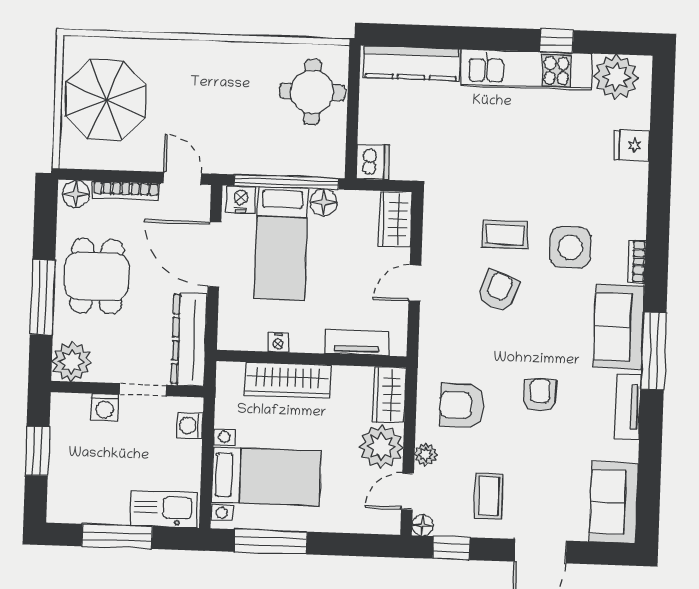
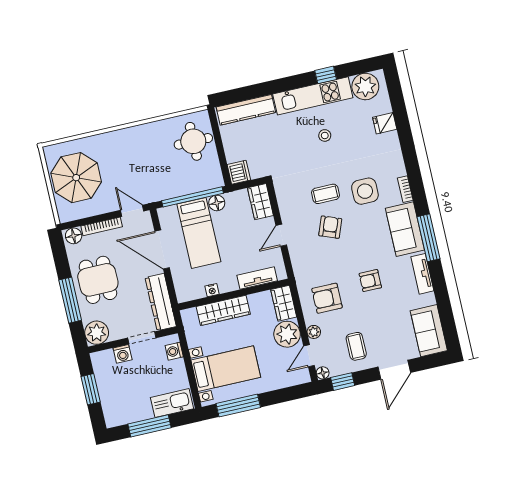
stool: (529, 139) -> (325, 135), added
nightstand: (241, 199) -> (169, 214), removed
armchair: (540, 395) -> (370, 281), turned -90

